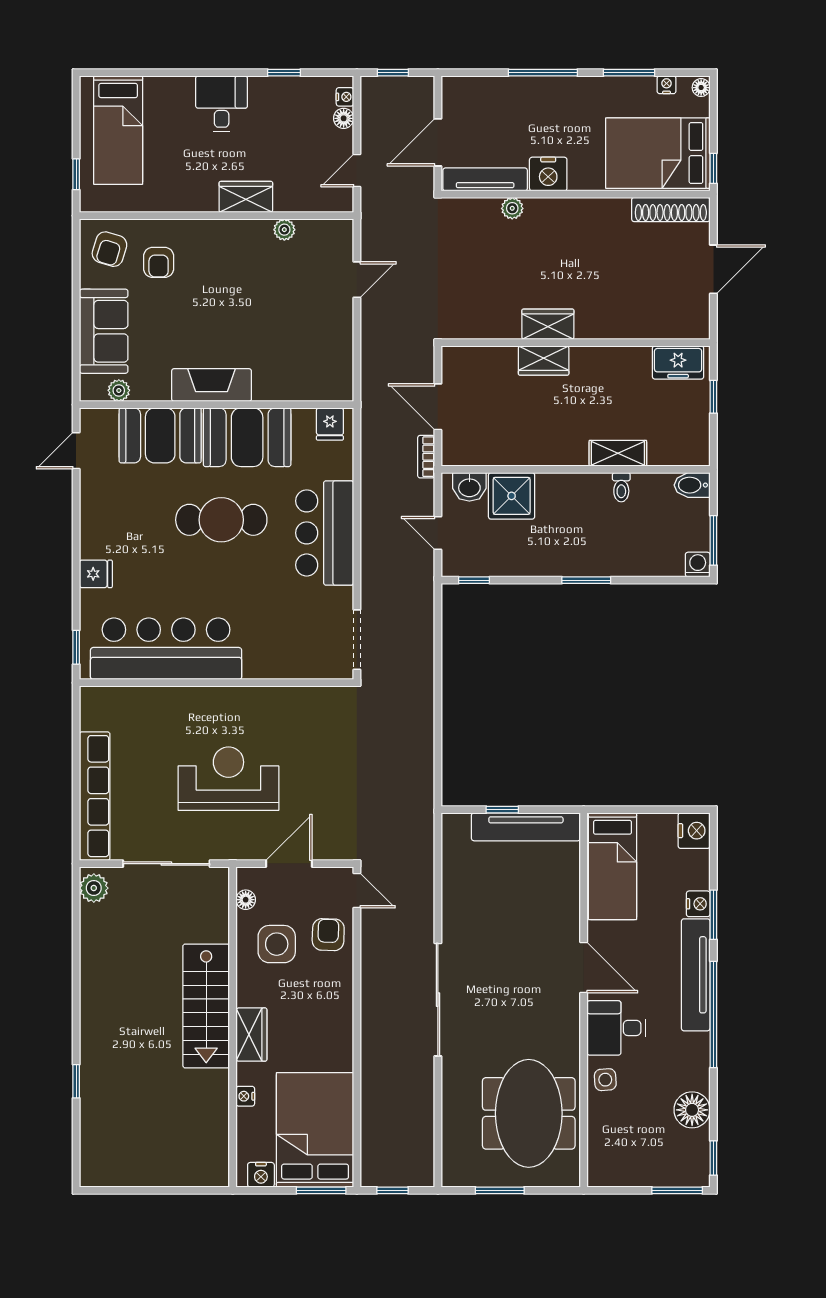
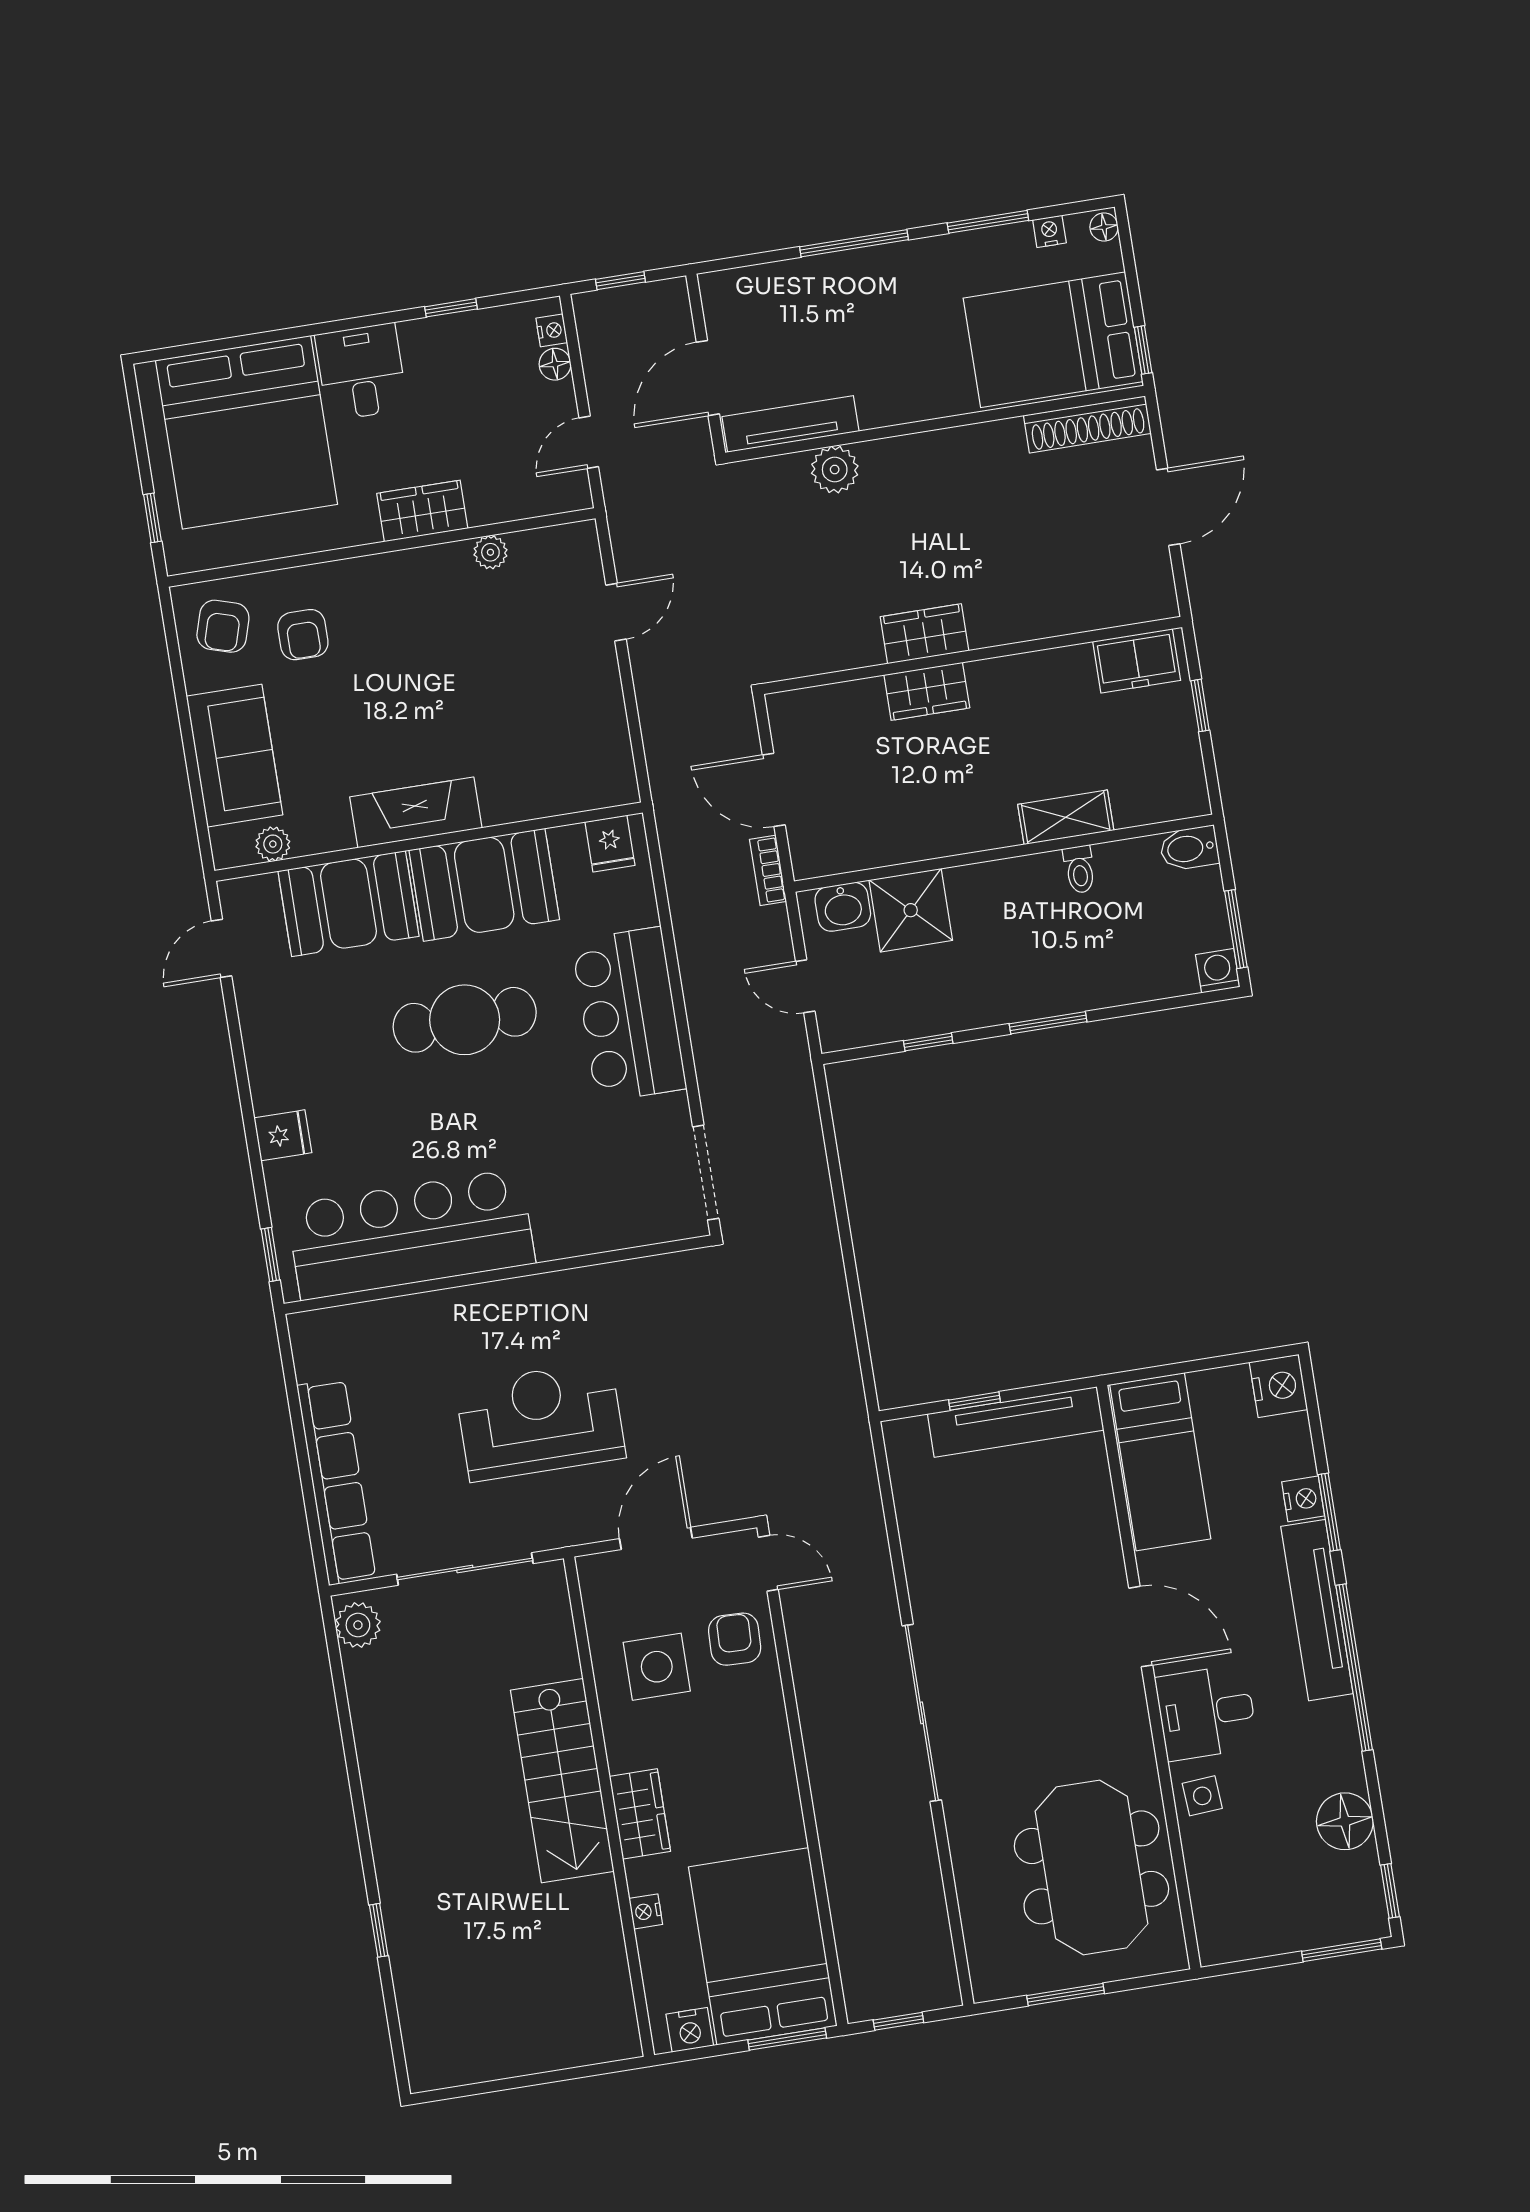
bed: (118, 130) -> (246, 432), width x2.04
nightstand: (548, 174) -> (888, 400), removed
plant: (512, 208) -> (835, 470), width x1.38, depth x1.38
window: (474, 580) -> (928, 1042), moved
floor lamp: (246, 900) -> (597, 1605), removed

